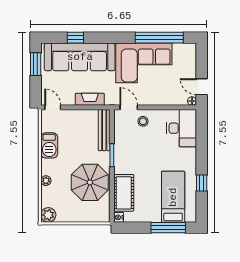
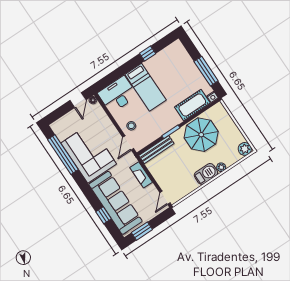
barbecue: (49, 145) -> (206, 174), moved
bed: (173, 197) -> (146, 87), moved, turned -90
window: (168, 228) -> (206, 71), moved

